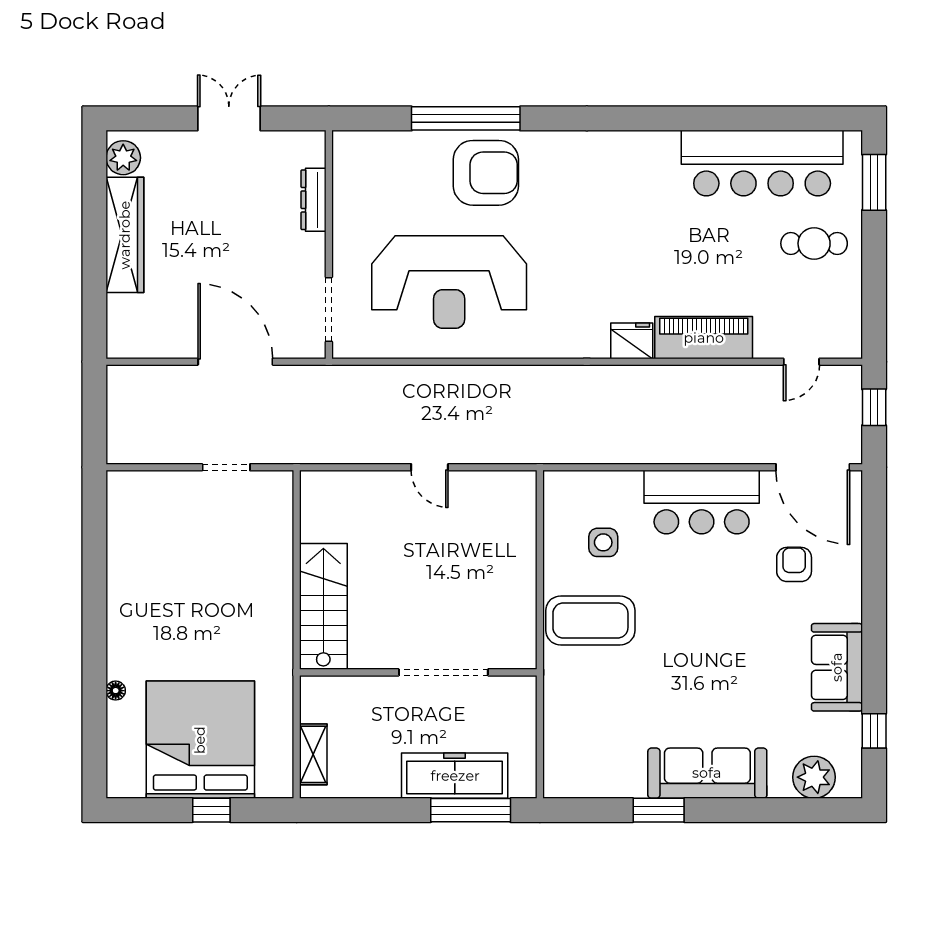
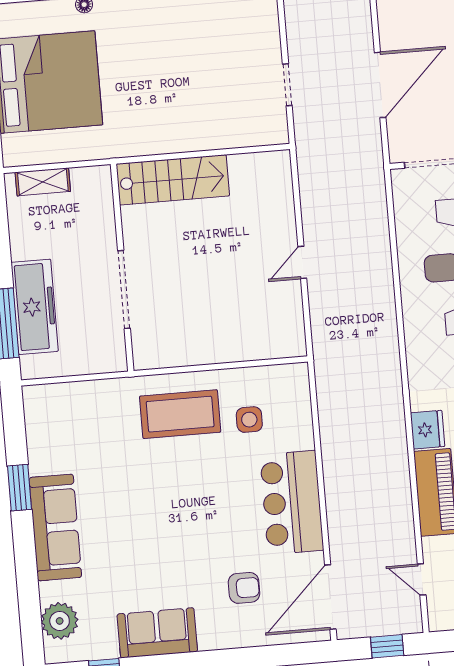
coffee table: (590, 620) -> (180, 414), turned 90

